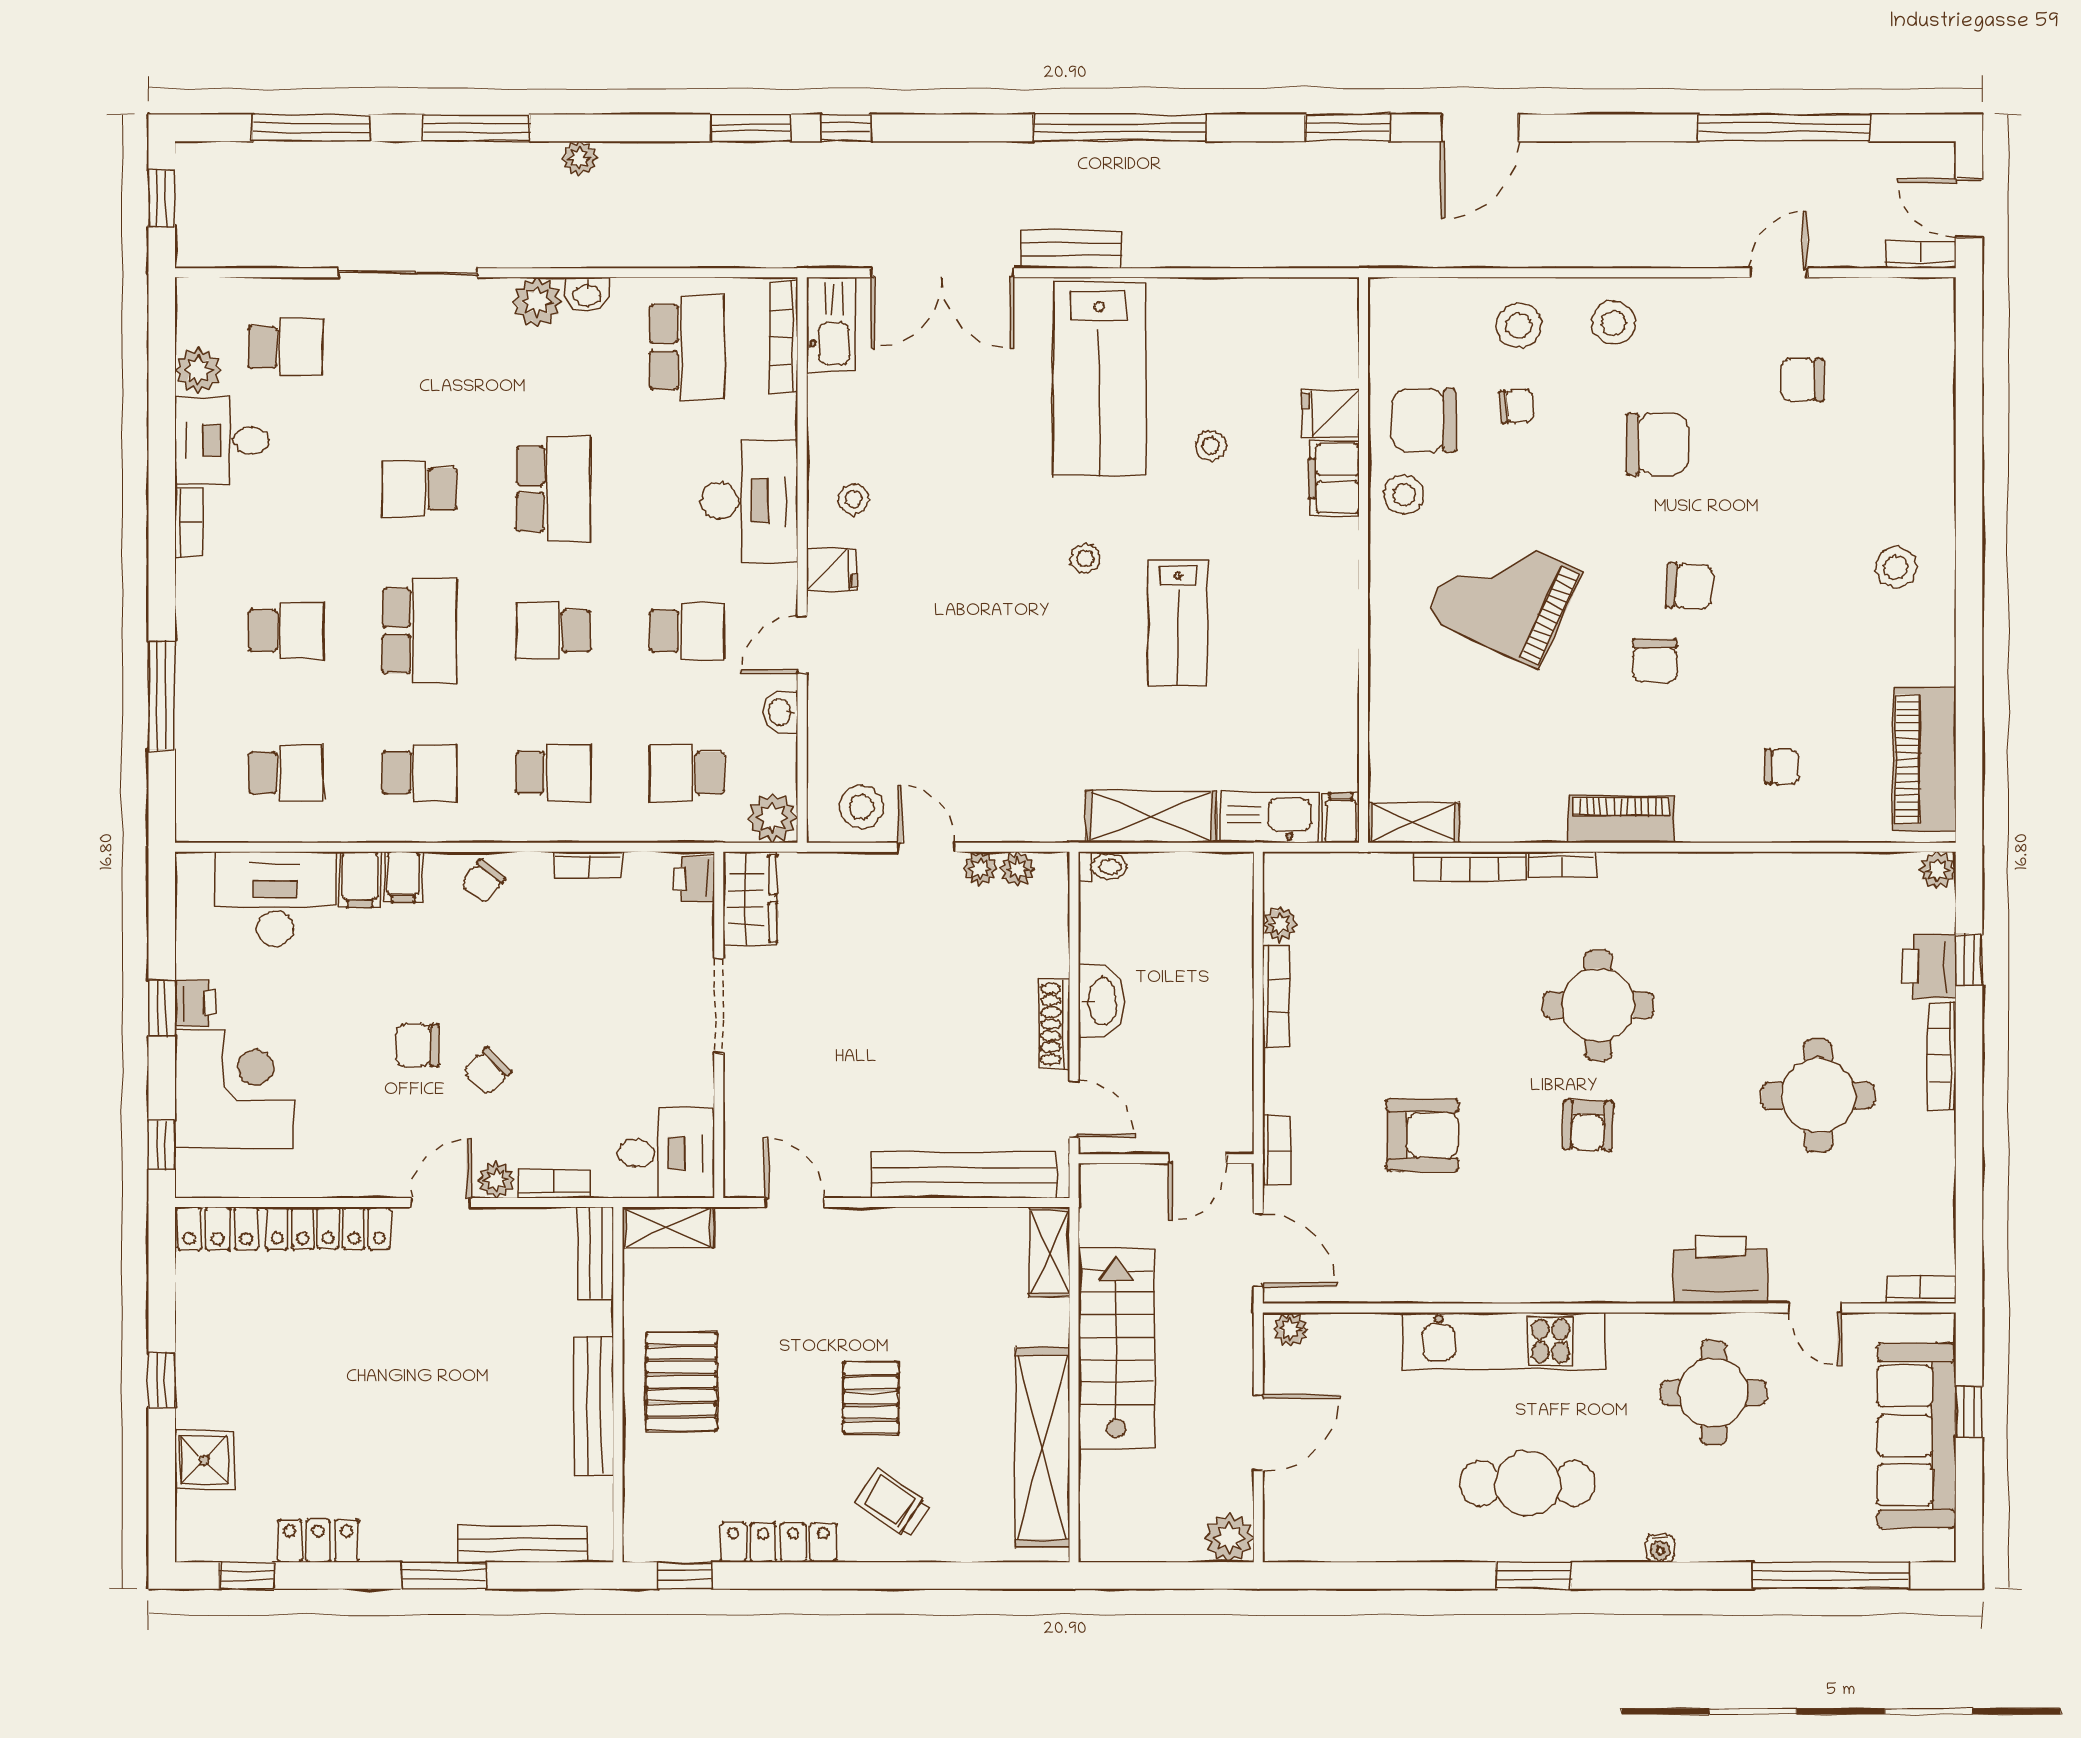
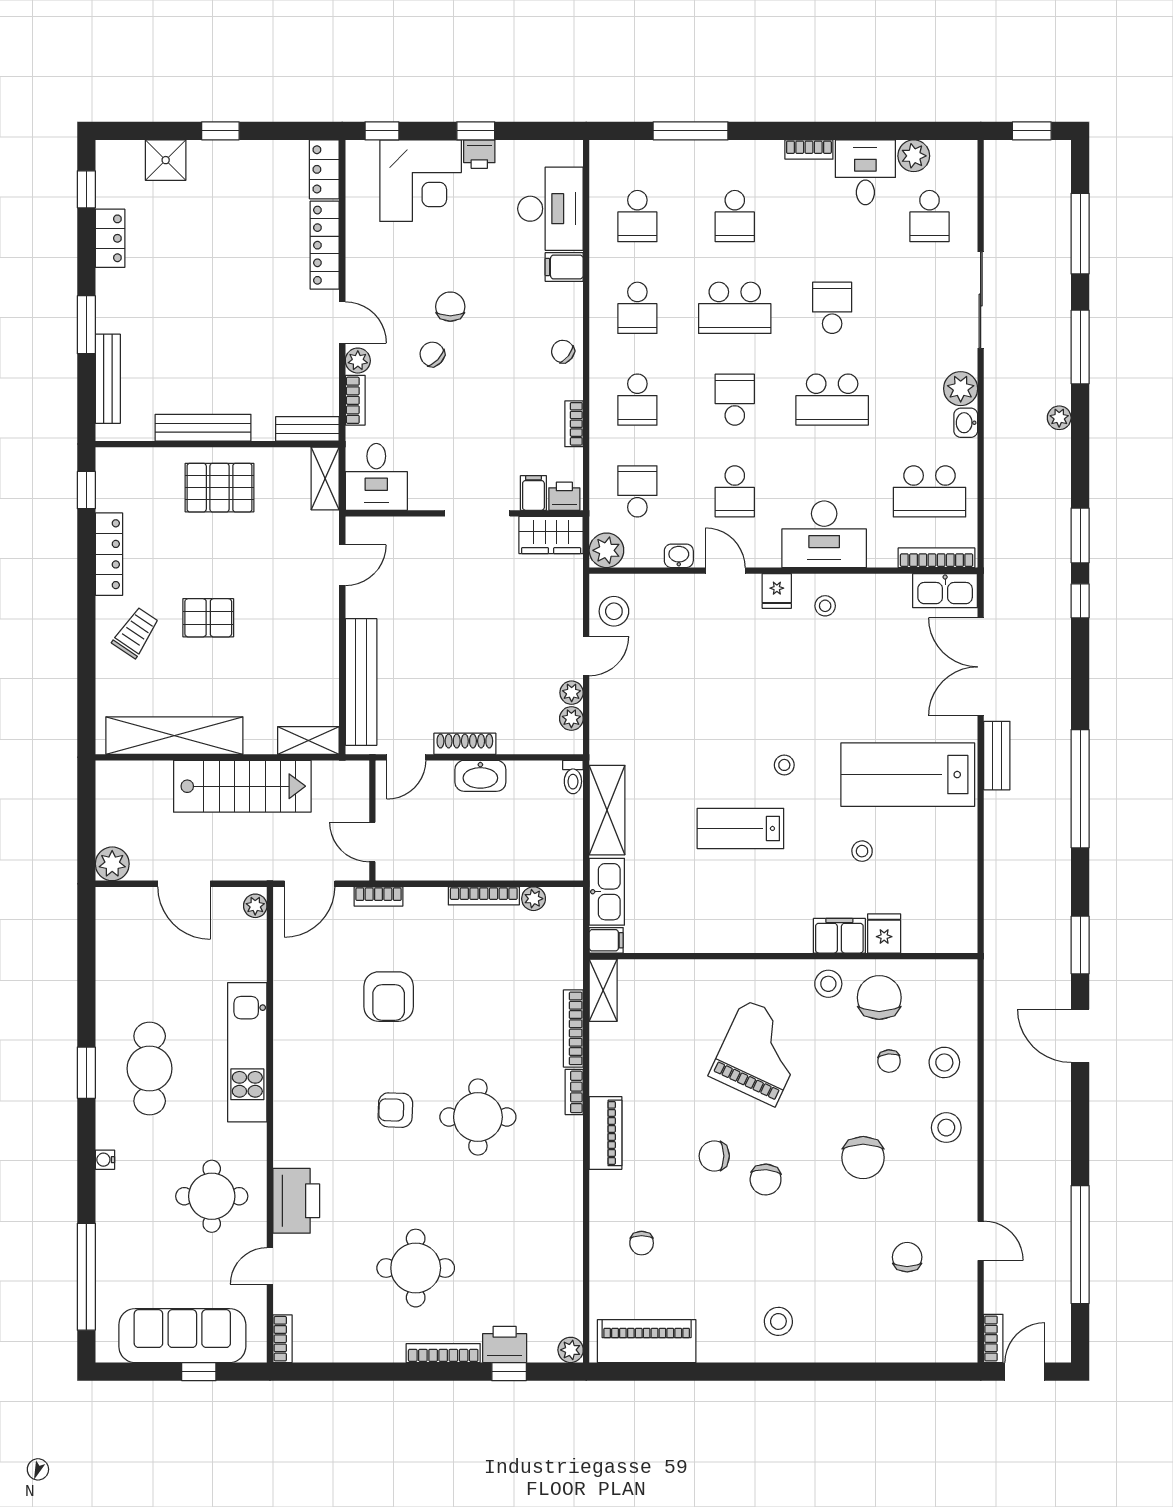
filing cabinet: (403, 877) -> (533, 493), moved, turned 90

